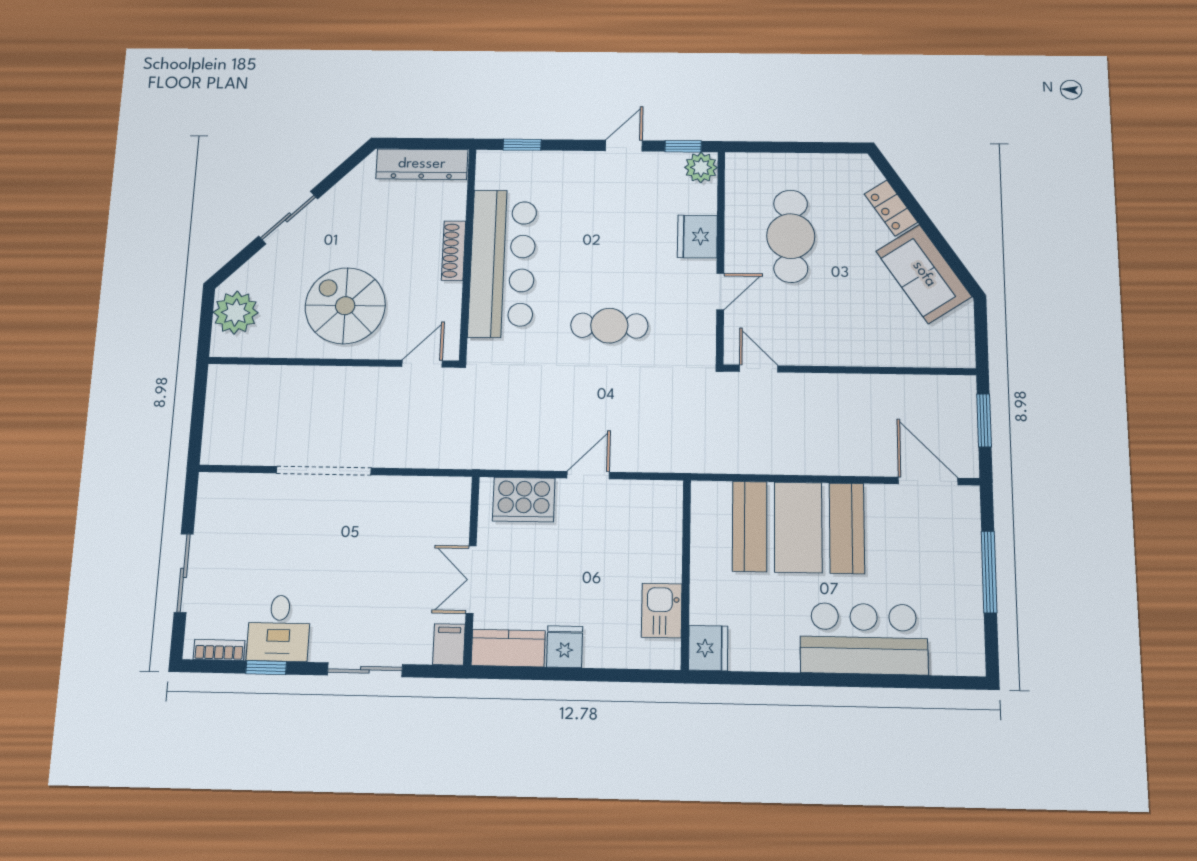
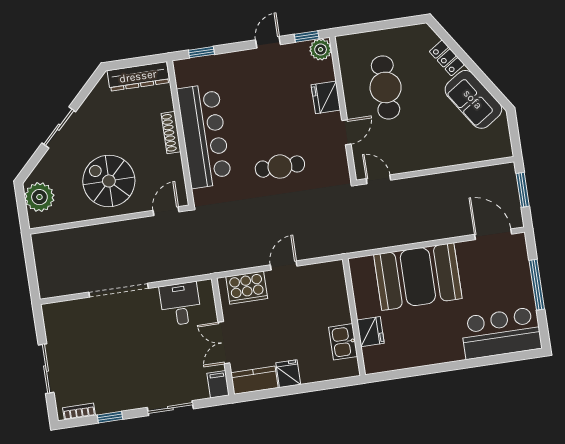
desk: (279, 628) -> (180, 304), moved, turned 180
bar counter: (864, 639) -> (501, 333), moved
fridge: (708, 648) -> (370, 332), moved

